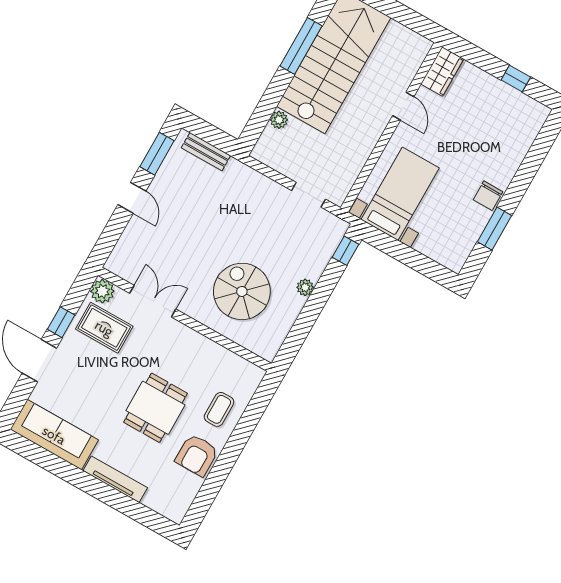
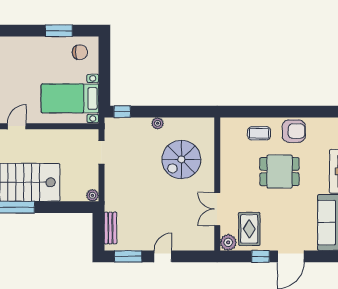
plant: (279, 120) -> (92, 195), moved
chair: (488, 196) -> (80, 52), moved

